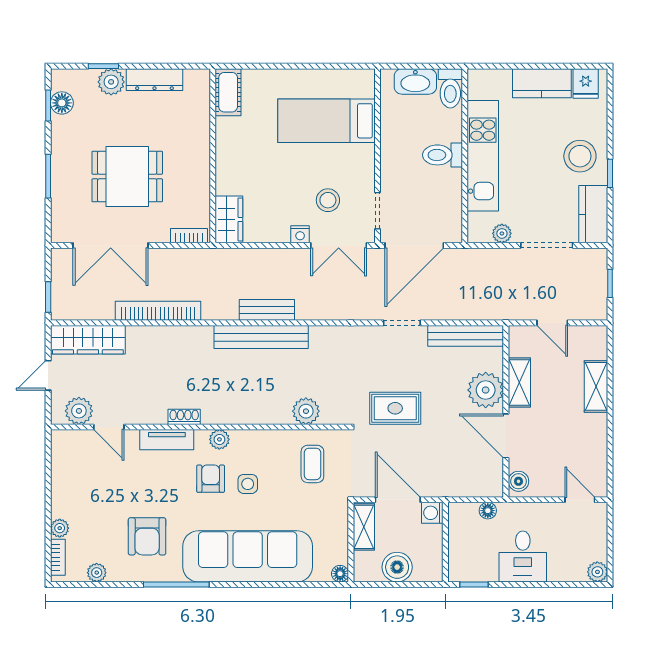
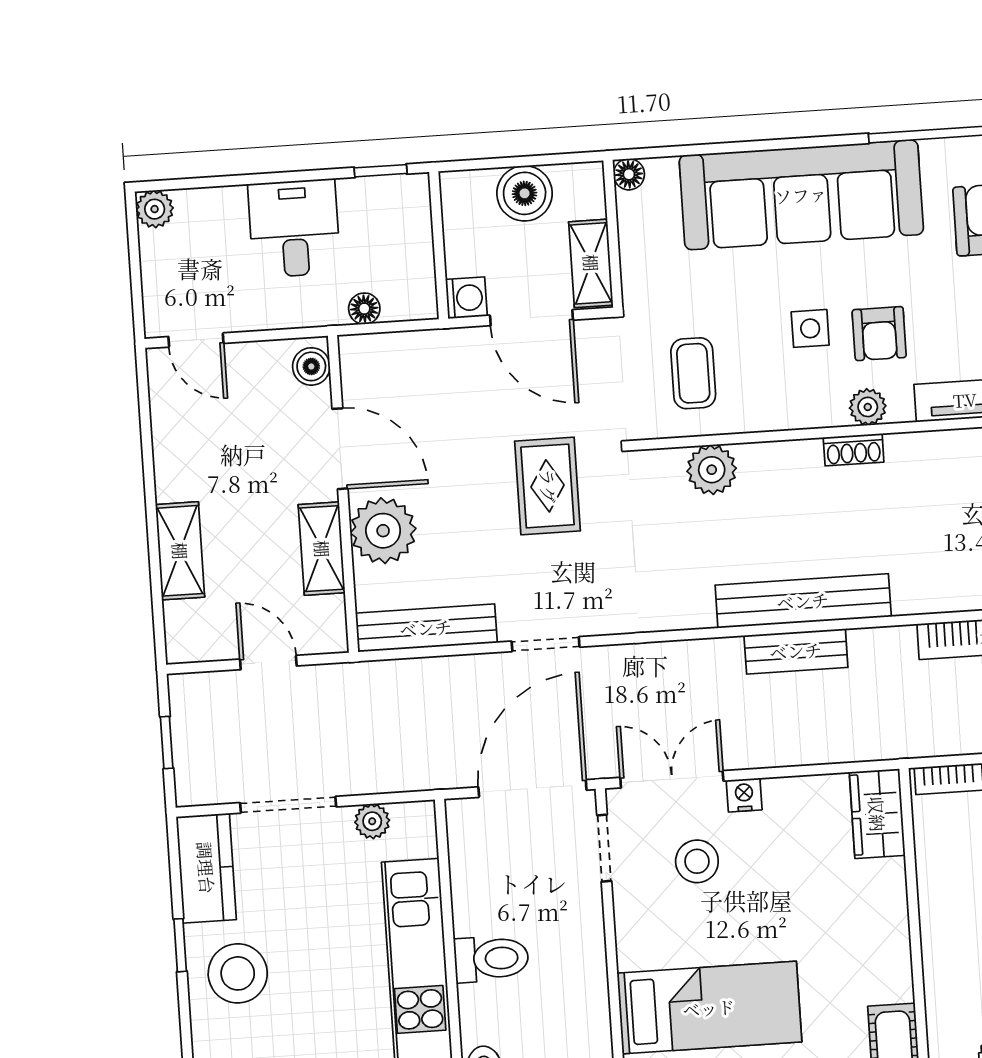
rug: (395, 408) -> (548, 486), turned 90
shoe rack: (184, 417) -> (854, 450), moved

